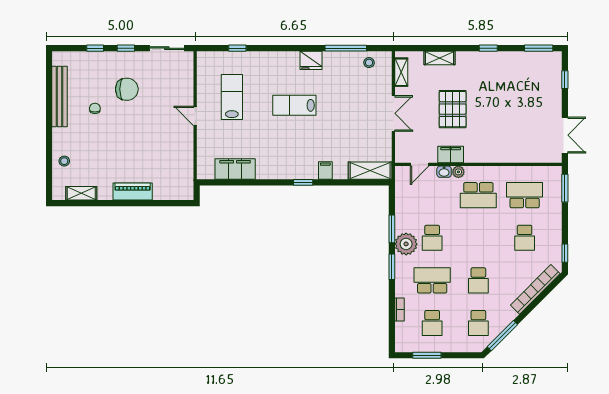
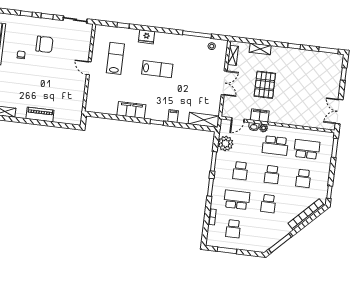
fridge: (311, 60) -> (146, 37), moved
lab bench: (294, 105) -> (157, 69), turned 180
double door: (565, 135) -> (339, 112), swing flipped
filing cabinet: (235, 169) -> (131, 110), moved
plant: (406, 244) -> (226, 143), moved
school desk: (478, 323) -> (272, 175), moved

